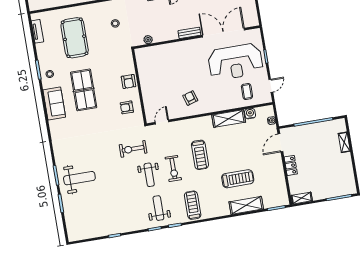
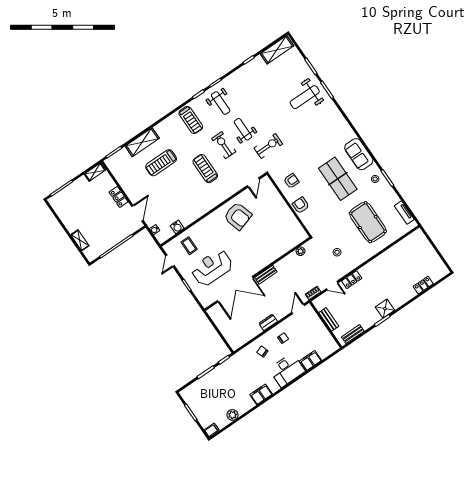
reception desk: (235, 62) -> (212, 268), width x0.74, depth x0.77
armchair: (190, 98) -> (238, 216), width x1.88, depth x1.88
shelving: (229, 119) -> (277, 50), moved

